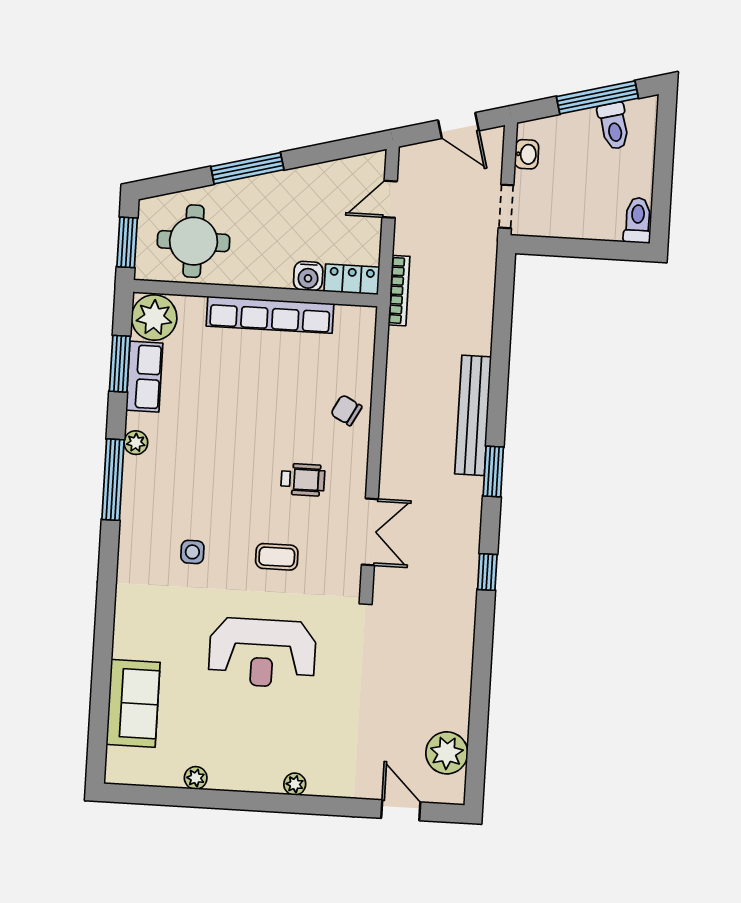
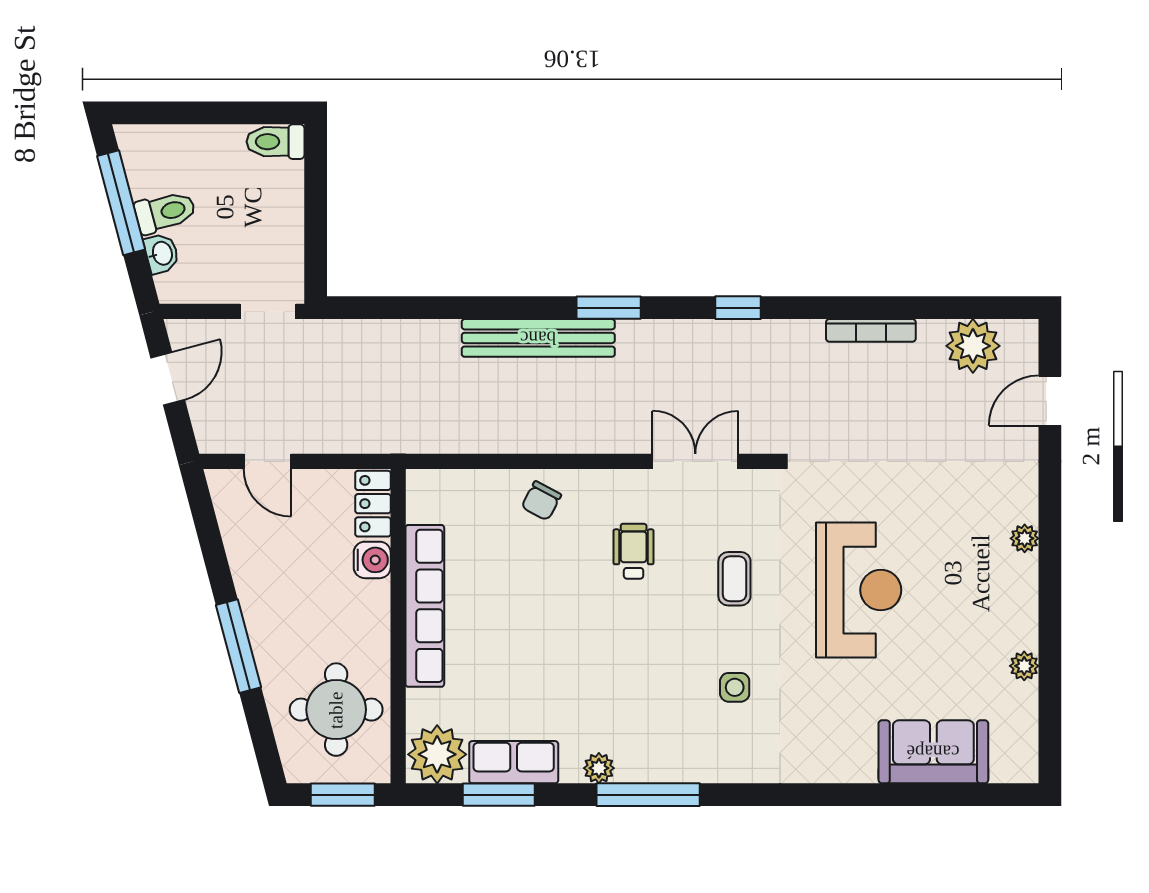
toilet: (614, 126) -> (165, 212), moved
washbasin: (527, 154) -> (162, 253), moved, turned 75
bookcase: (399, 291) -> (871, 330), moved, turned 180

